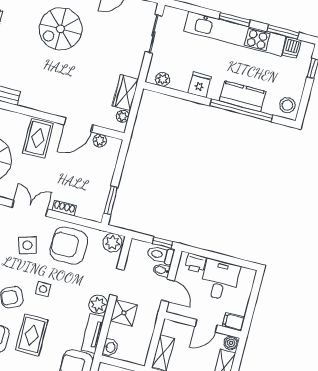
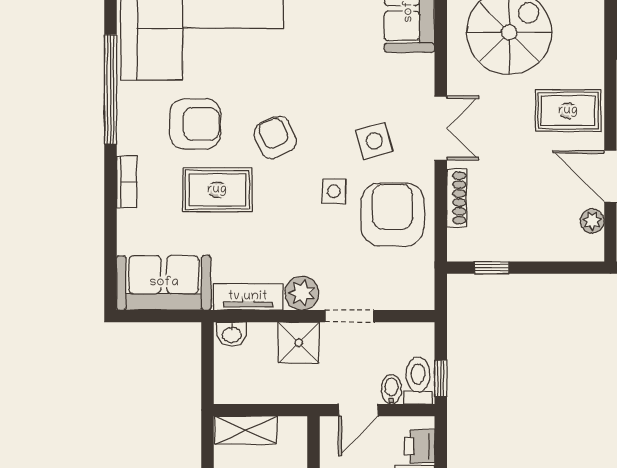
window: (111, 200) -> (492, 268), width x0.67
shoe rack: (64, 208) -> (457, 198), width x1.43
plant: (112, 243) -> (418, 290), removed
side table: (43, 289) -> (334, 191), moved

